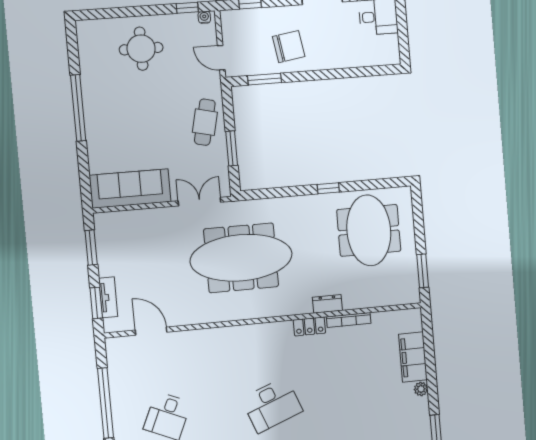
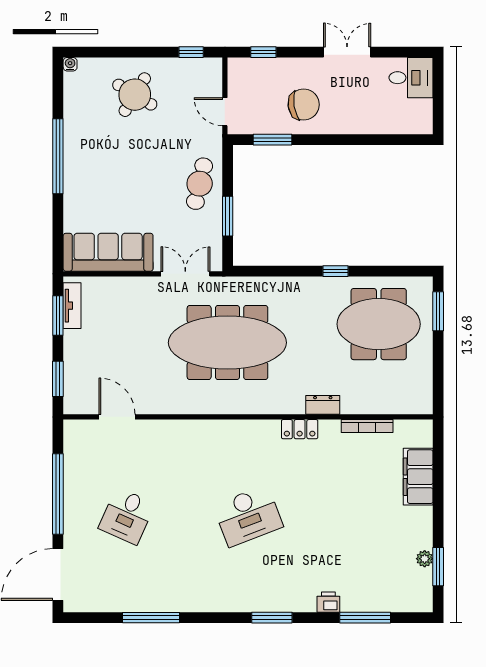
water cooler: (204, 17) -> (70, 64), moved
round table: (141, 49) -> (135, 95), turned 31
meeting table: (369, 230) -> (379, 324), turned 90
window: (423, 271) -> (438, 311), moved
tv unit: (108, 297) -> (72, 306), moved
bookcase: (349, 320) -> (367, 426), moved
plant: (421, 389) -> (425, 559), moved

